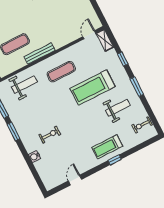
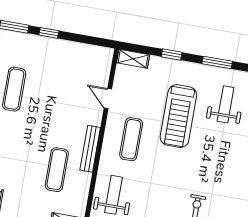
door: (89, 35) -> (108, 98), moved

